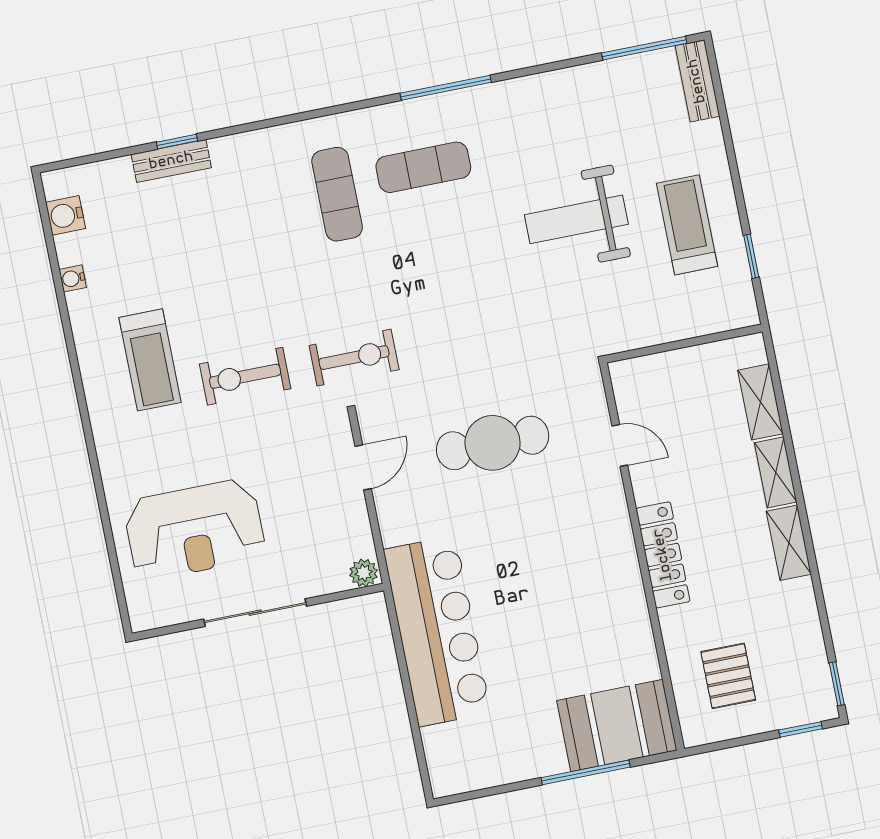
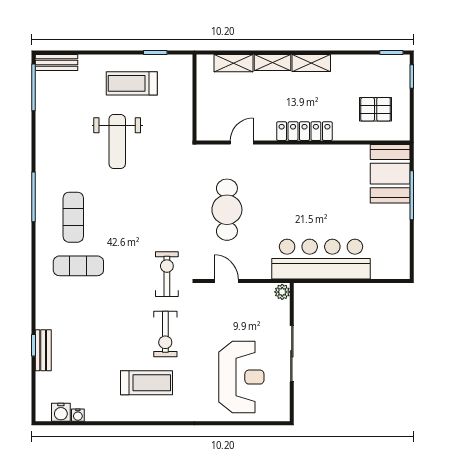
water cooler: (73, 278) -> (78, 415), moved

